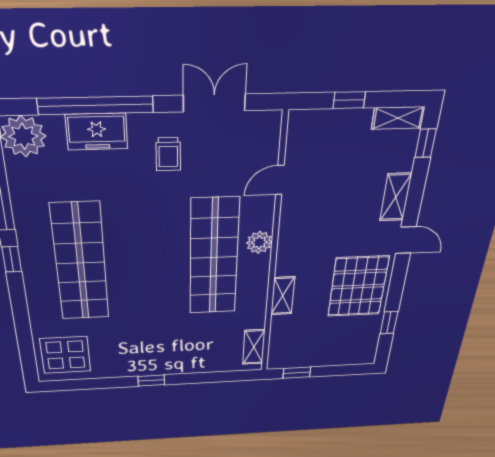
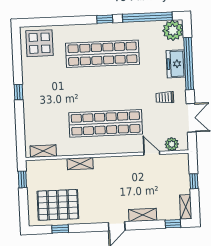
plant: (259, 242) -> (172, 144), moved
pallet: (358, 287) -> (58, 205), moved

